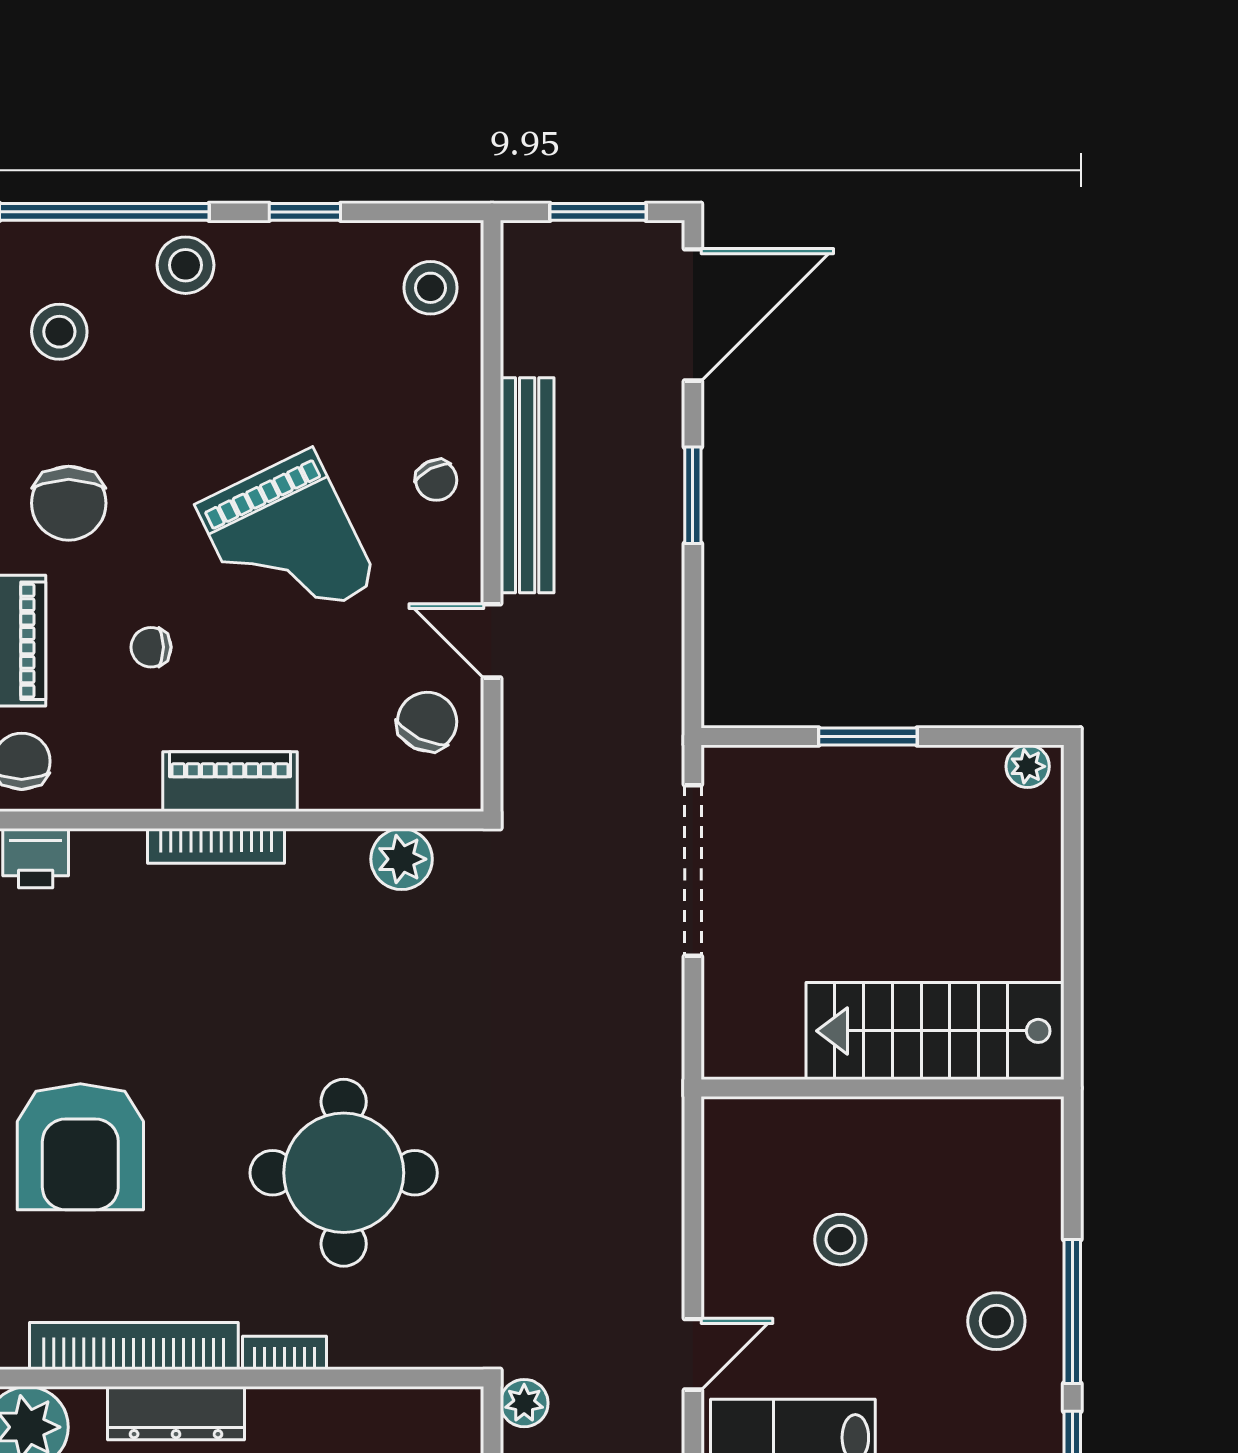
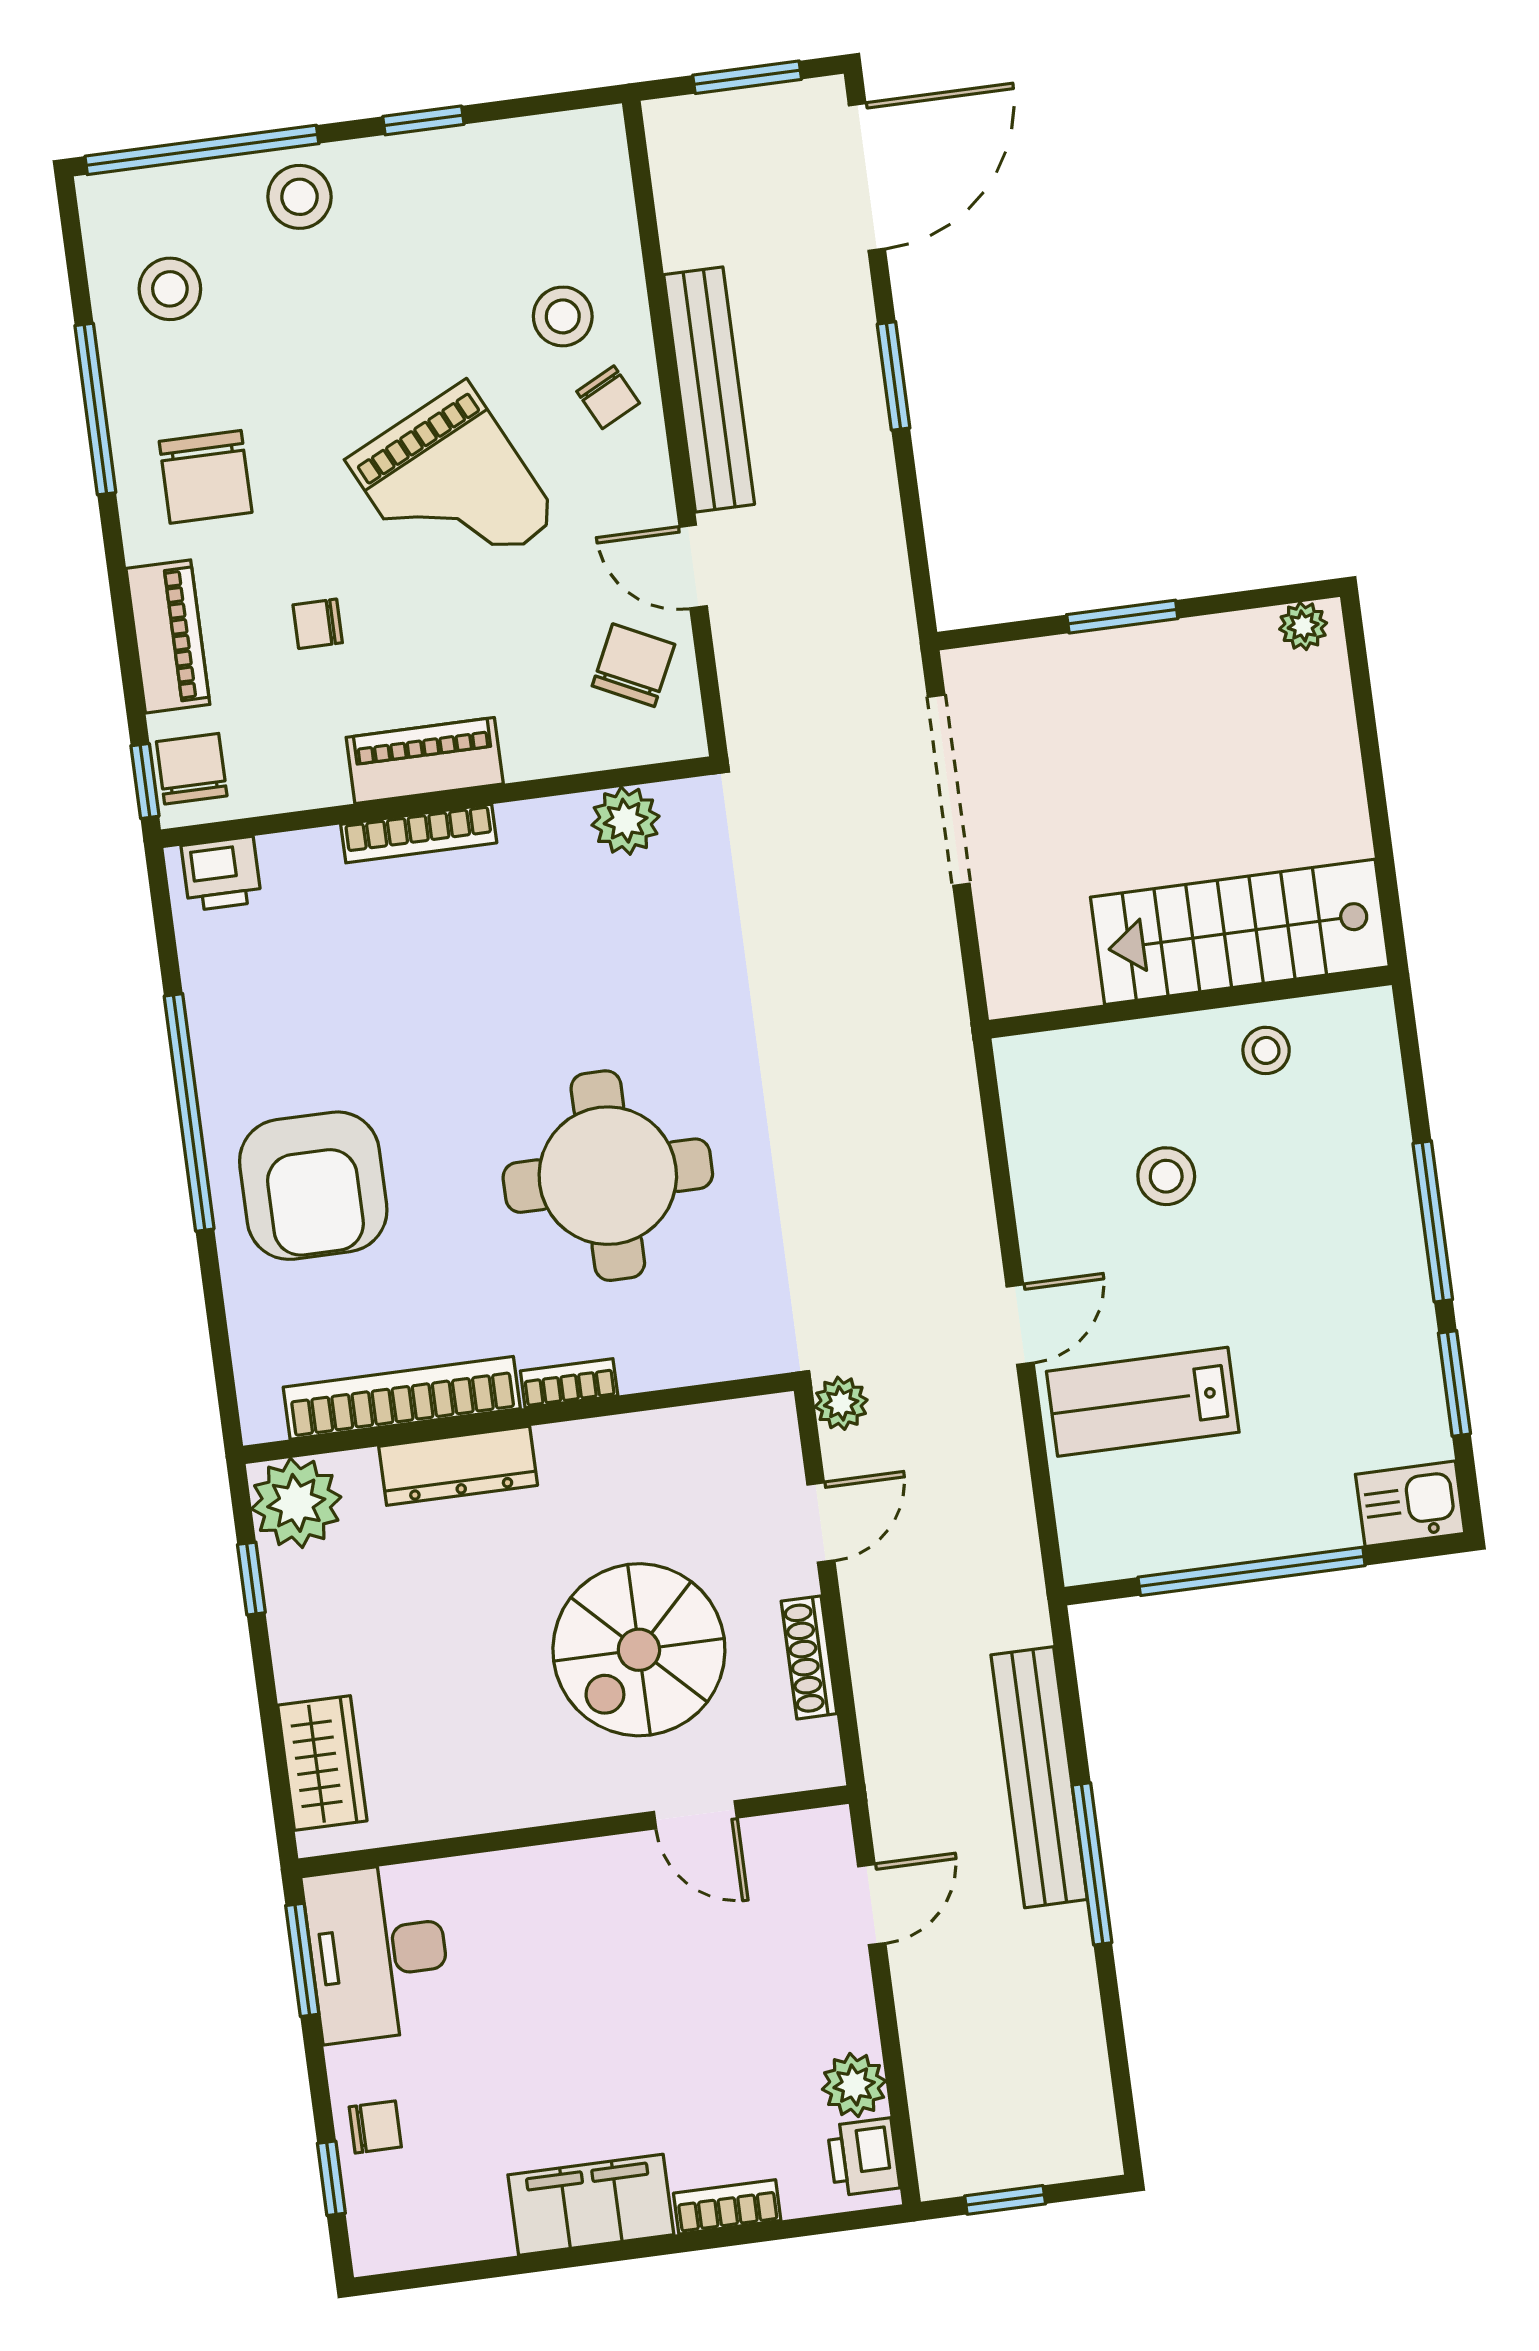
stool: (430, 288) -> (563, 316), moved
stool: (996, 1321) -> (1266, 1050), moved, width x0.73, depth x0.73

